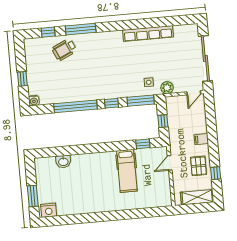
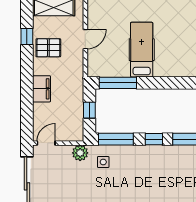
filing cabinet: (201, 139) -> (41, 89), width x2.00
window: (143, 144) -> (118, 83), width x2.17
door: (170, 163) -> (85, 39), moved
pallet: (199, 166) -> (48, 48), turned 90

